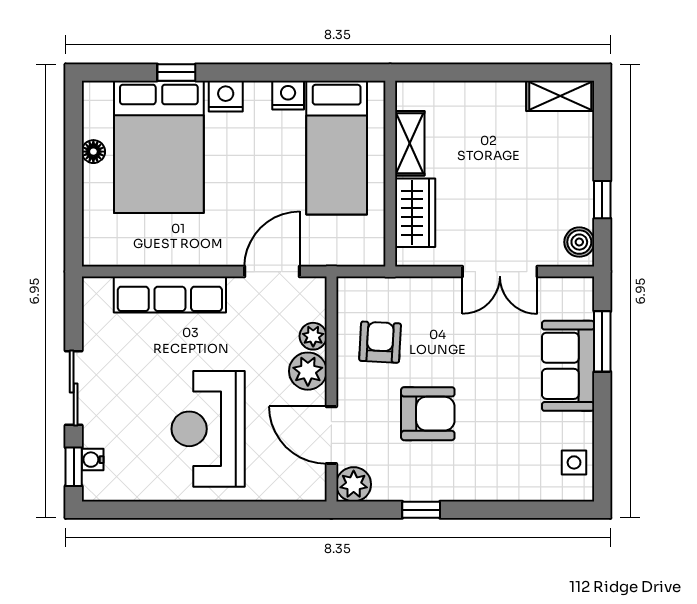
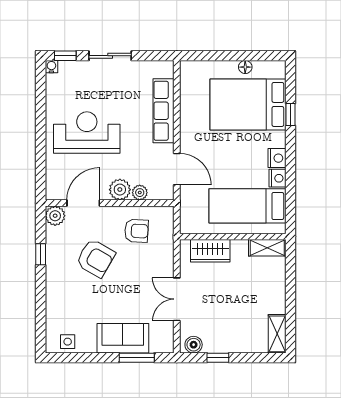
nightstand: (226, 96) -> (277, 158), moved
shelving: (410, 143) -> (267, 248), moved
armchair: (428, 414) -> (95, 258), turned -60
water cooler: (93, 460) -> (51, 67), moved

